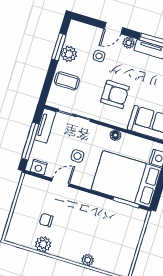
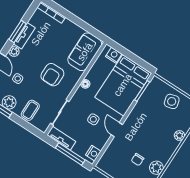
armchair: (115, 94) -> (52, 75), turned 180
door: (61, 182) -> (117, 130), moved
side table: (124, 240) -> (172, 101), added

